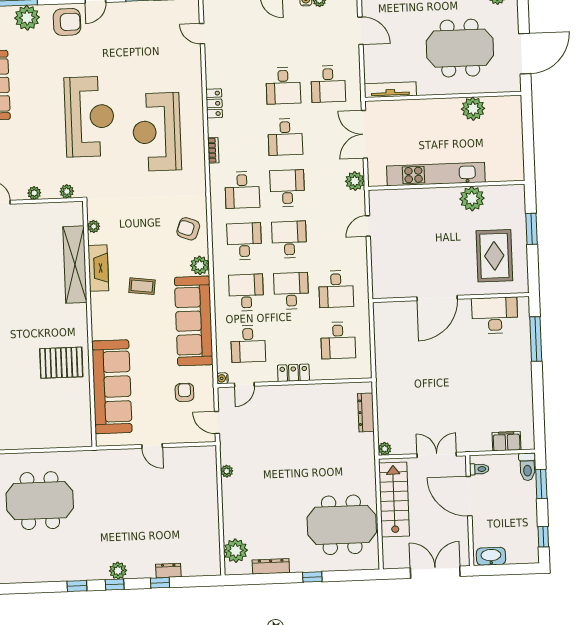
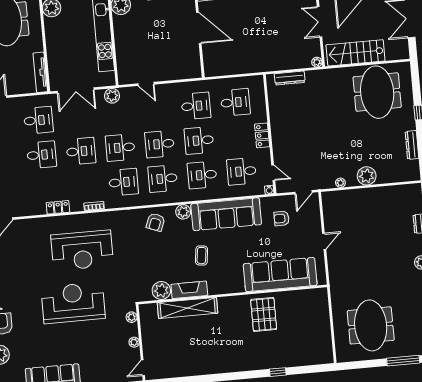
plant: (94, 226) -> (161, 291), width x1.88, depth x1.88
desk: (248, 344) -> (242, 171), turned 180
plant: (236, 551) -> (367, 176), moved

